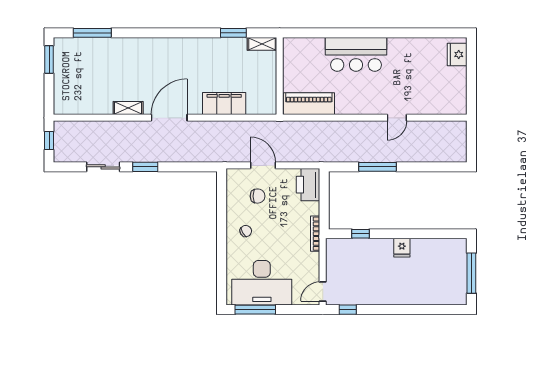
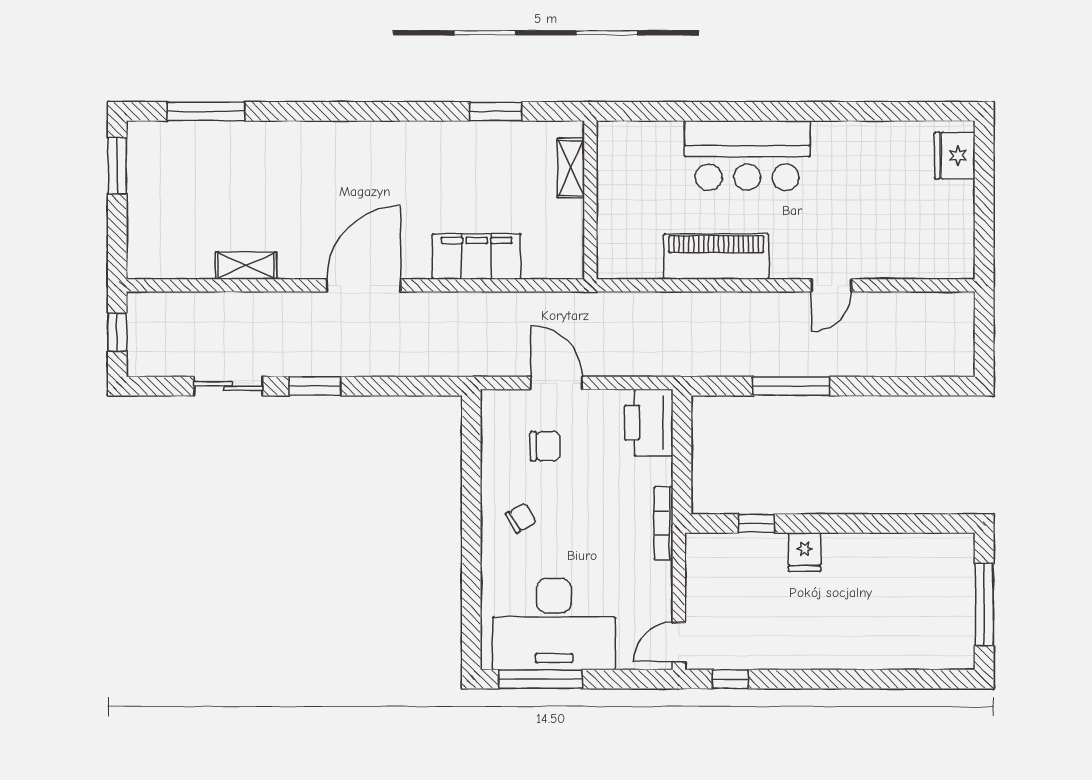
shelving: (262, 44) -> (571, 168), moved, turned 90
piano: (309, 104) -> (716, 257), moved
shelving: (128, 108) -> (246, 266), moved
fridge: (402, 248) -> (805, 552), moved

